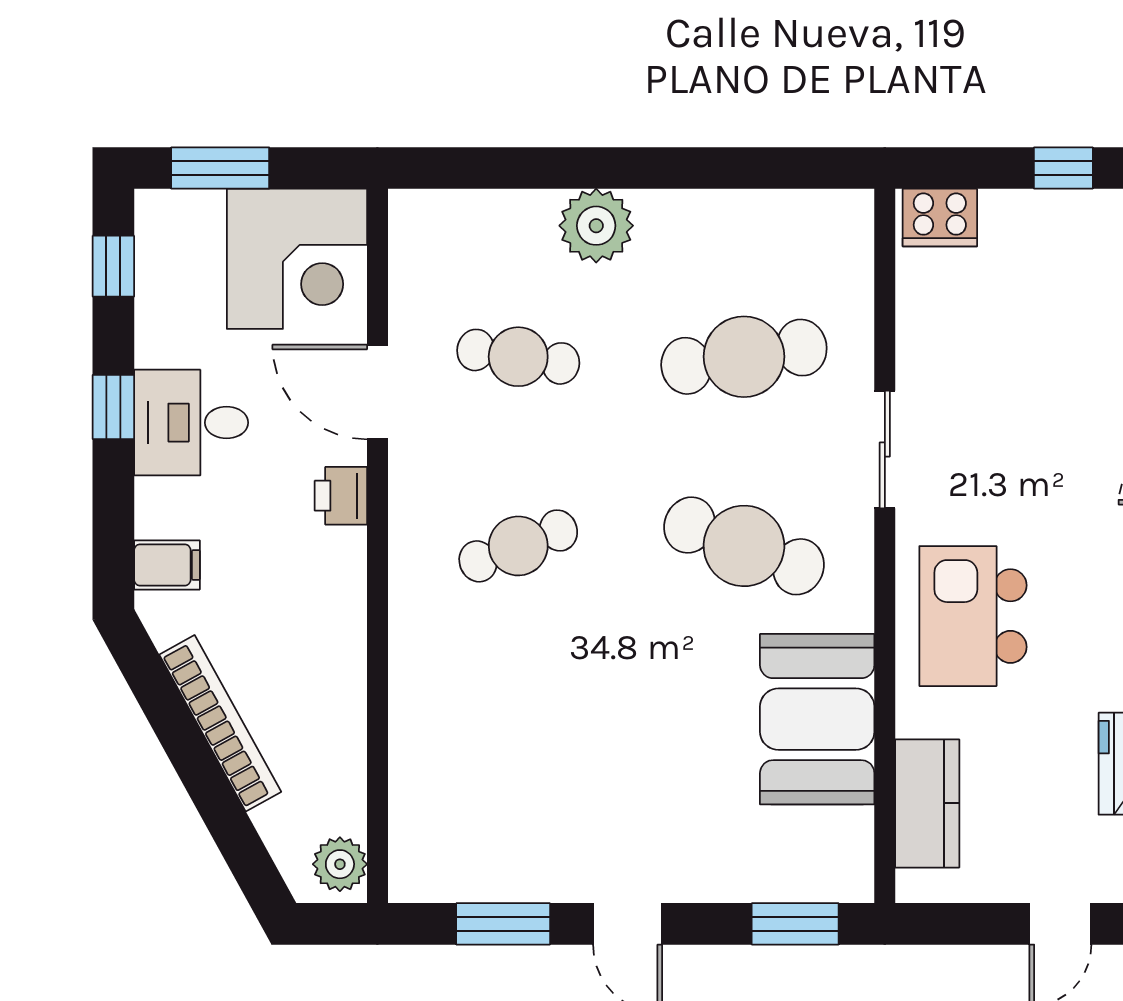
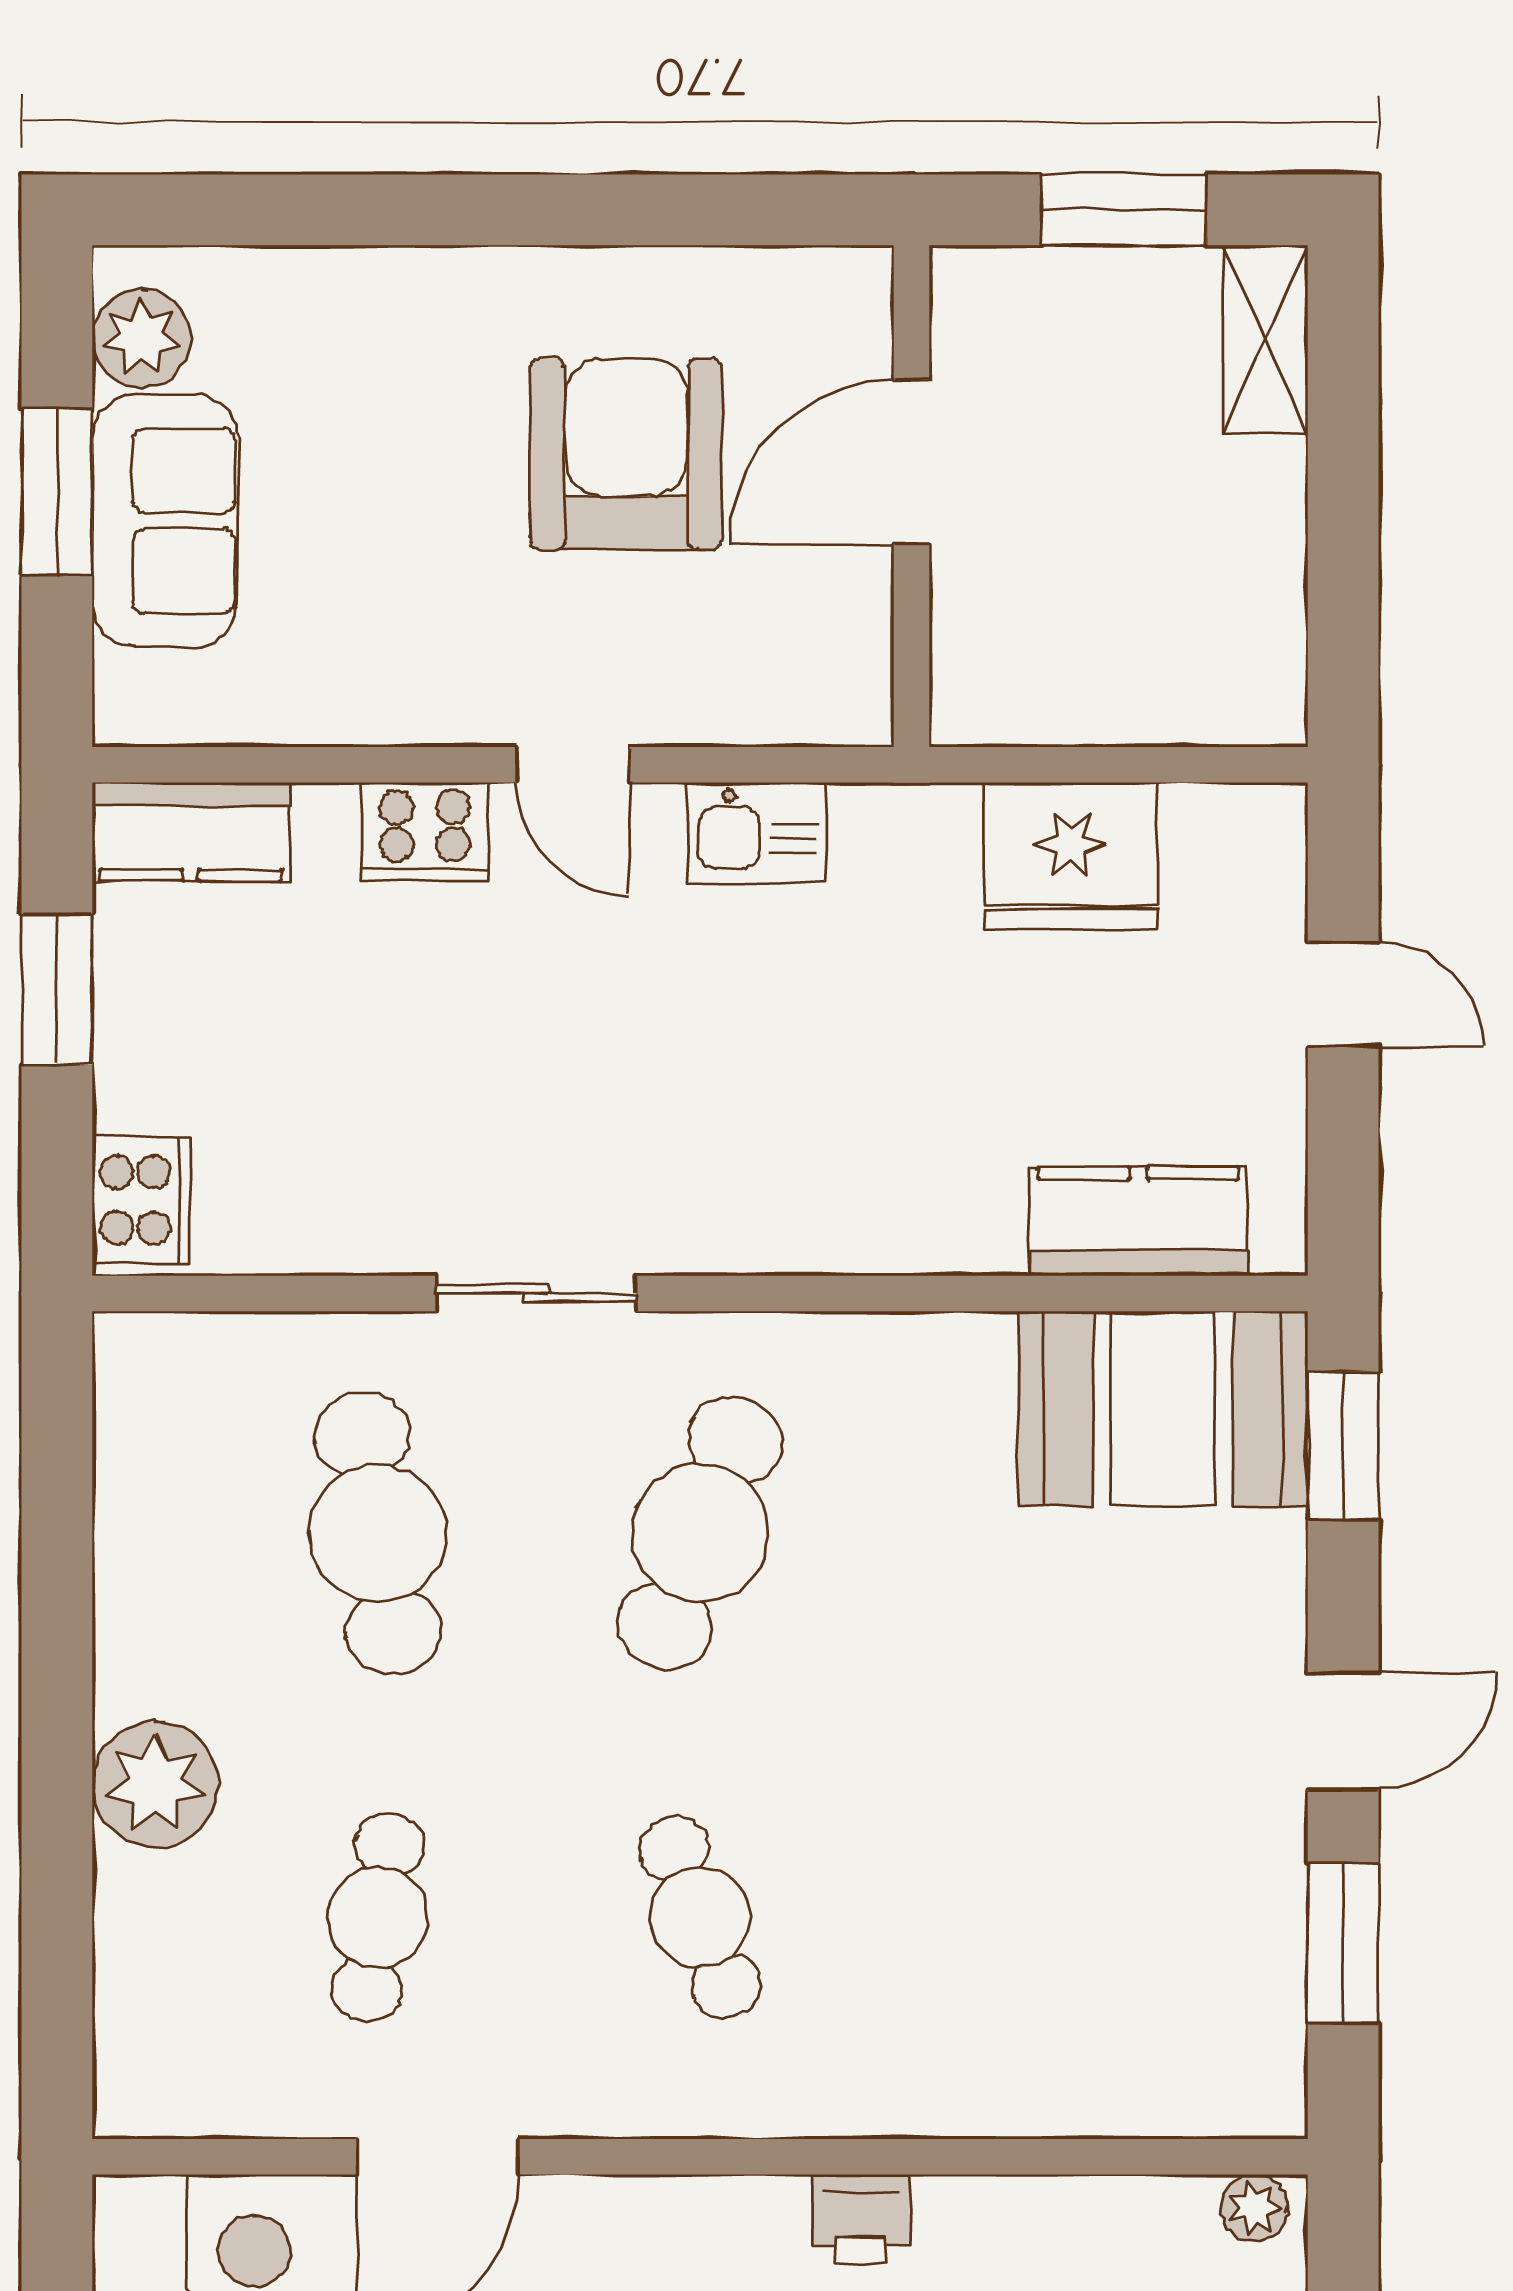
window: (1063, 168) -> (57, 989), width x1.50
printer: (341, 496) -> (861, 2219), moved
kitchen island: (973, 616) -> (819, 1143), removed
booth: (817, 719) -> (1163, 1408), moved
plant: (340, 864) -> (1254, 2208), width x0.73, depth x0.73

